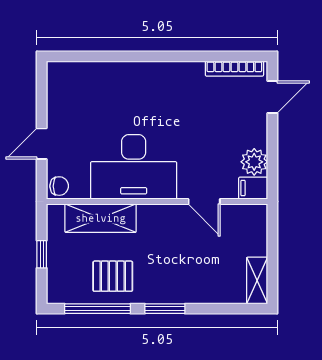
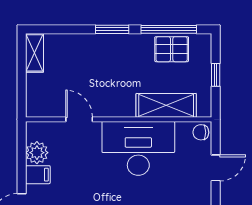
filing cabinet: (253, 188) -> (38, 175), moved
pallet: (113, 276) -> (172, 49), moved

